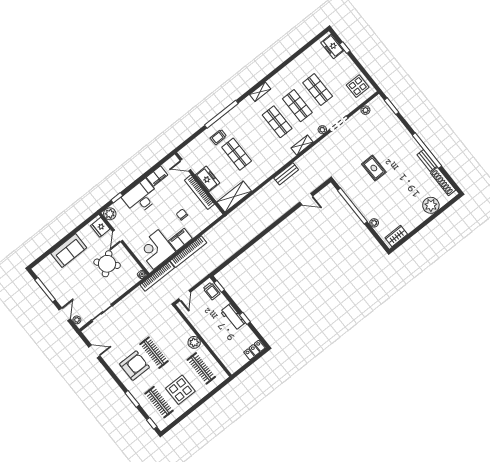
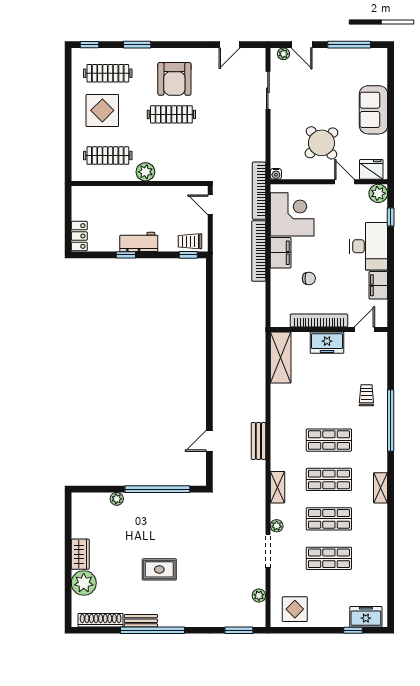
shop shelf: (237, 154) -> (329, 440), moved
rug: (374, 168) -> (159, 569), moved
wardrobe: (396, 236) -> (80, 554), moved

